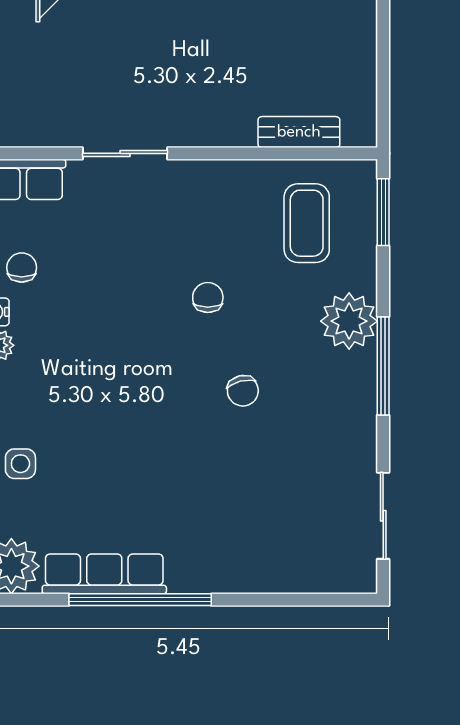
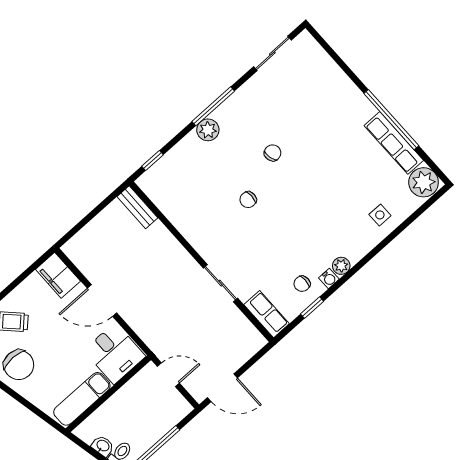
bench: (299, 132) -> (137, 207), moved
window: (383, 212) -> (152, 161), width x0.67
coffee table: (307, 223) -> (184, 187), removed
plant: (349, 321) -> (208, 130), width x0.73, depth x0.73

